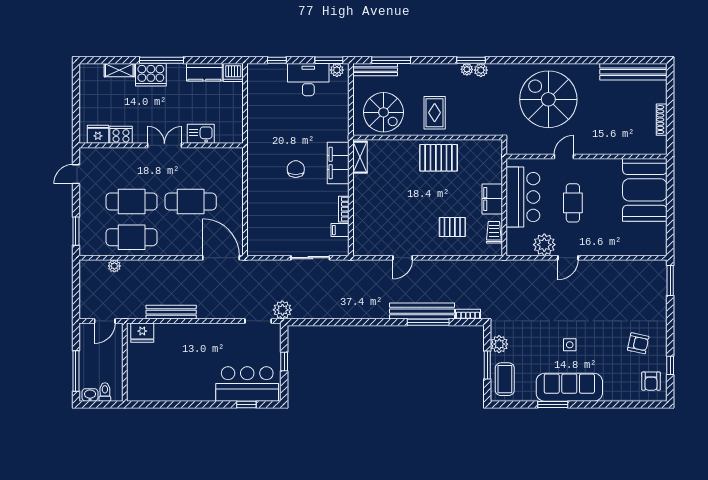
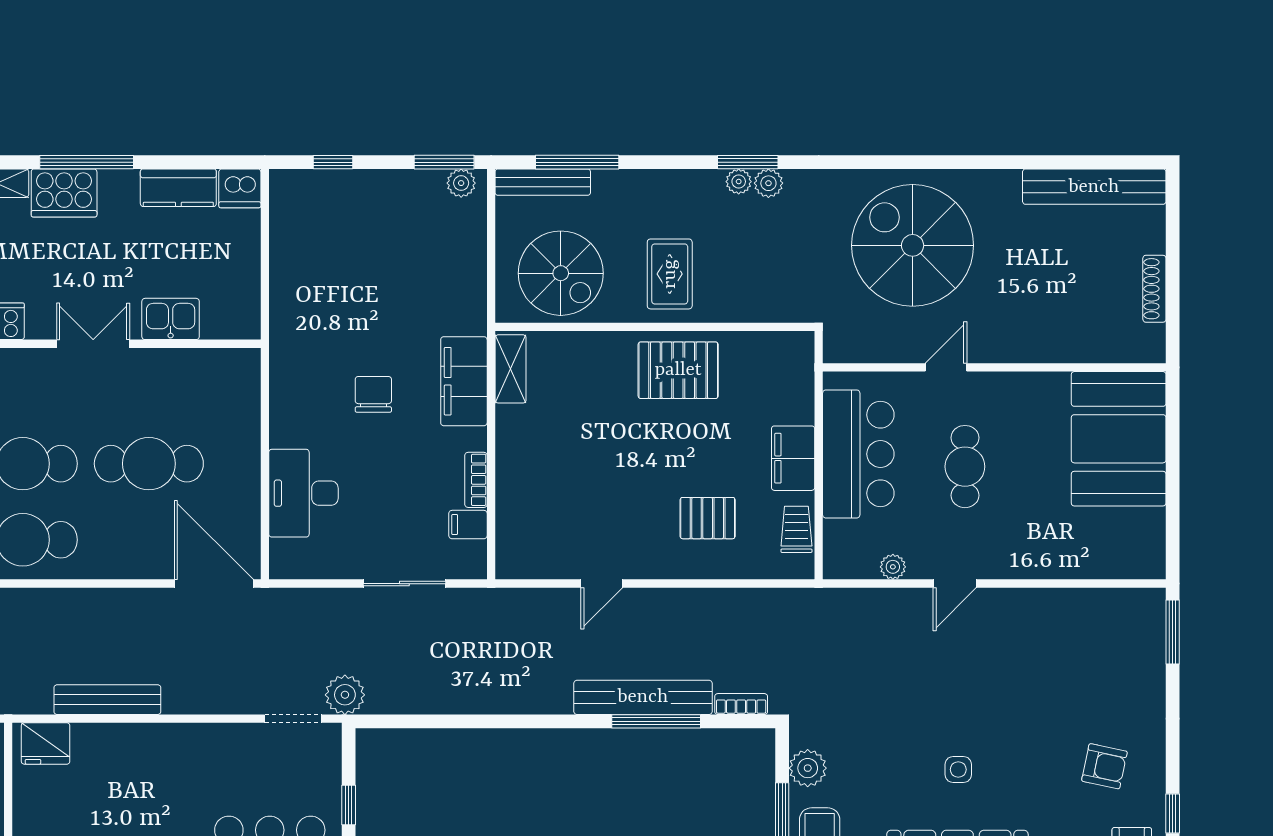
desk: (308, 80) -> (303, 493), moved, turned -90
plant: (544, 245) -> (893, 567), width x0.53, depth x0.53

